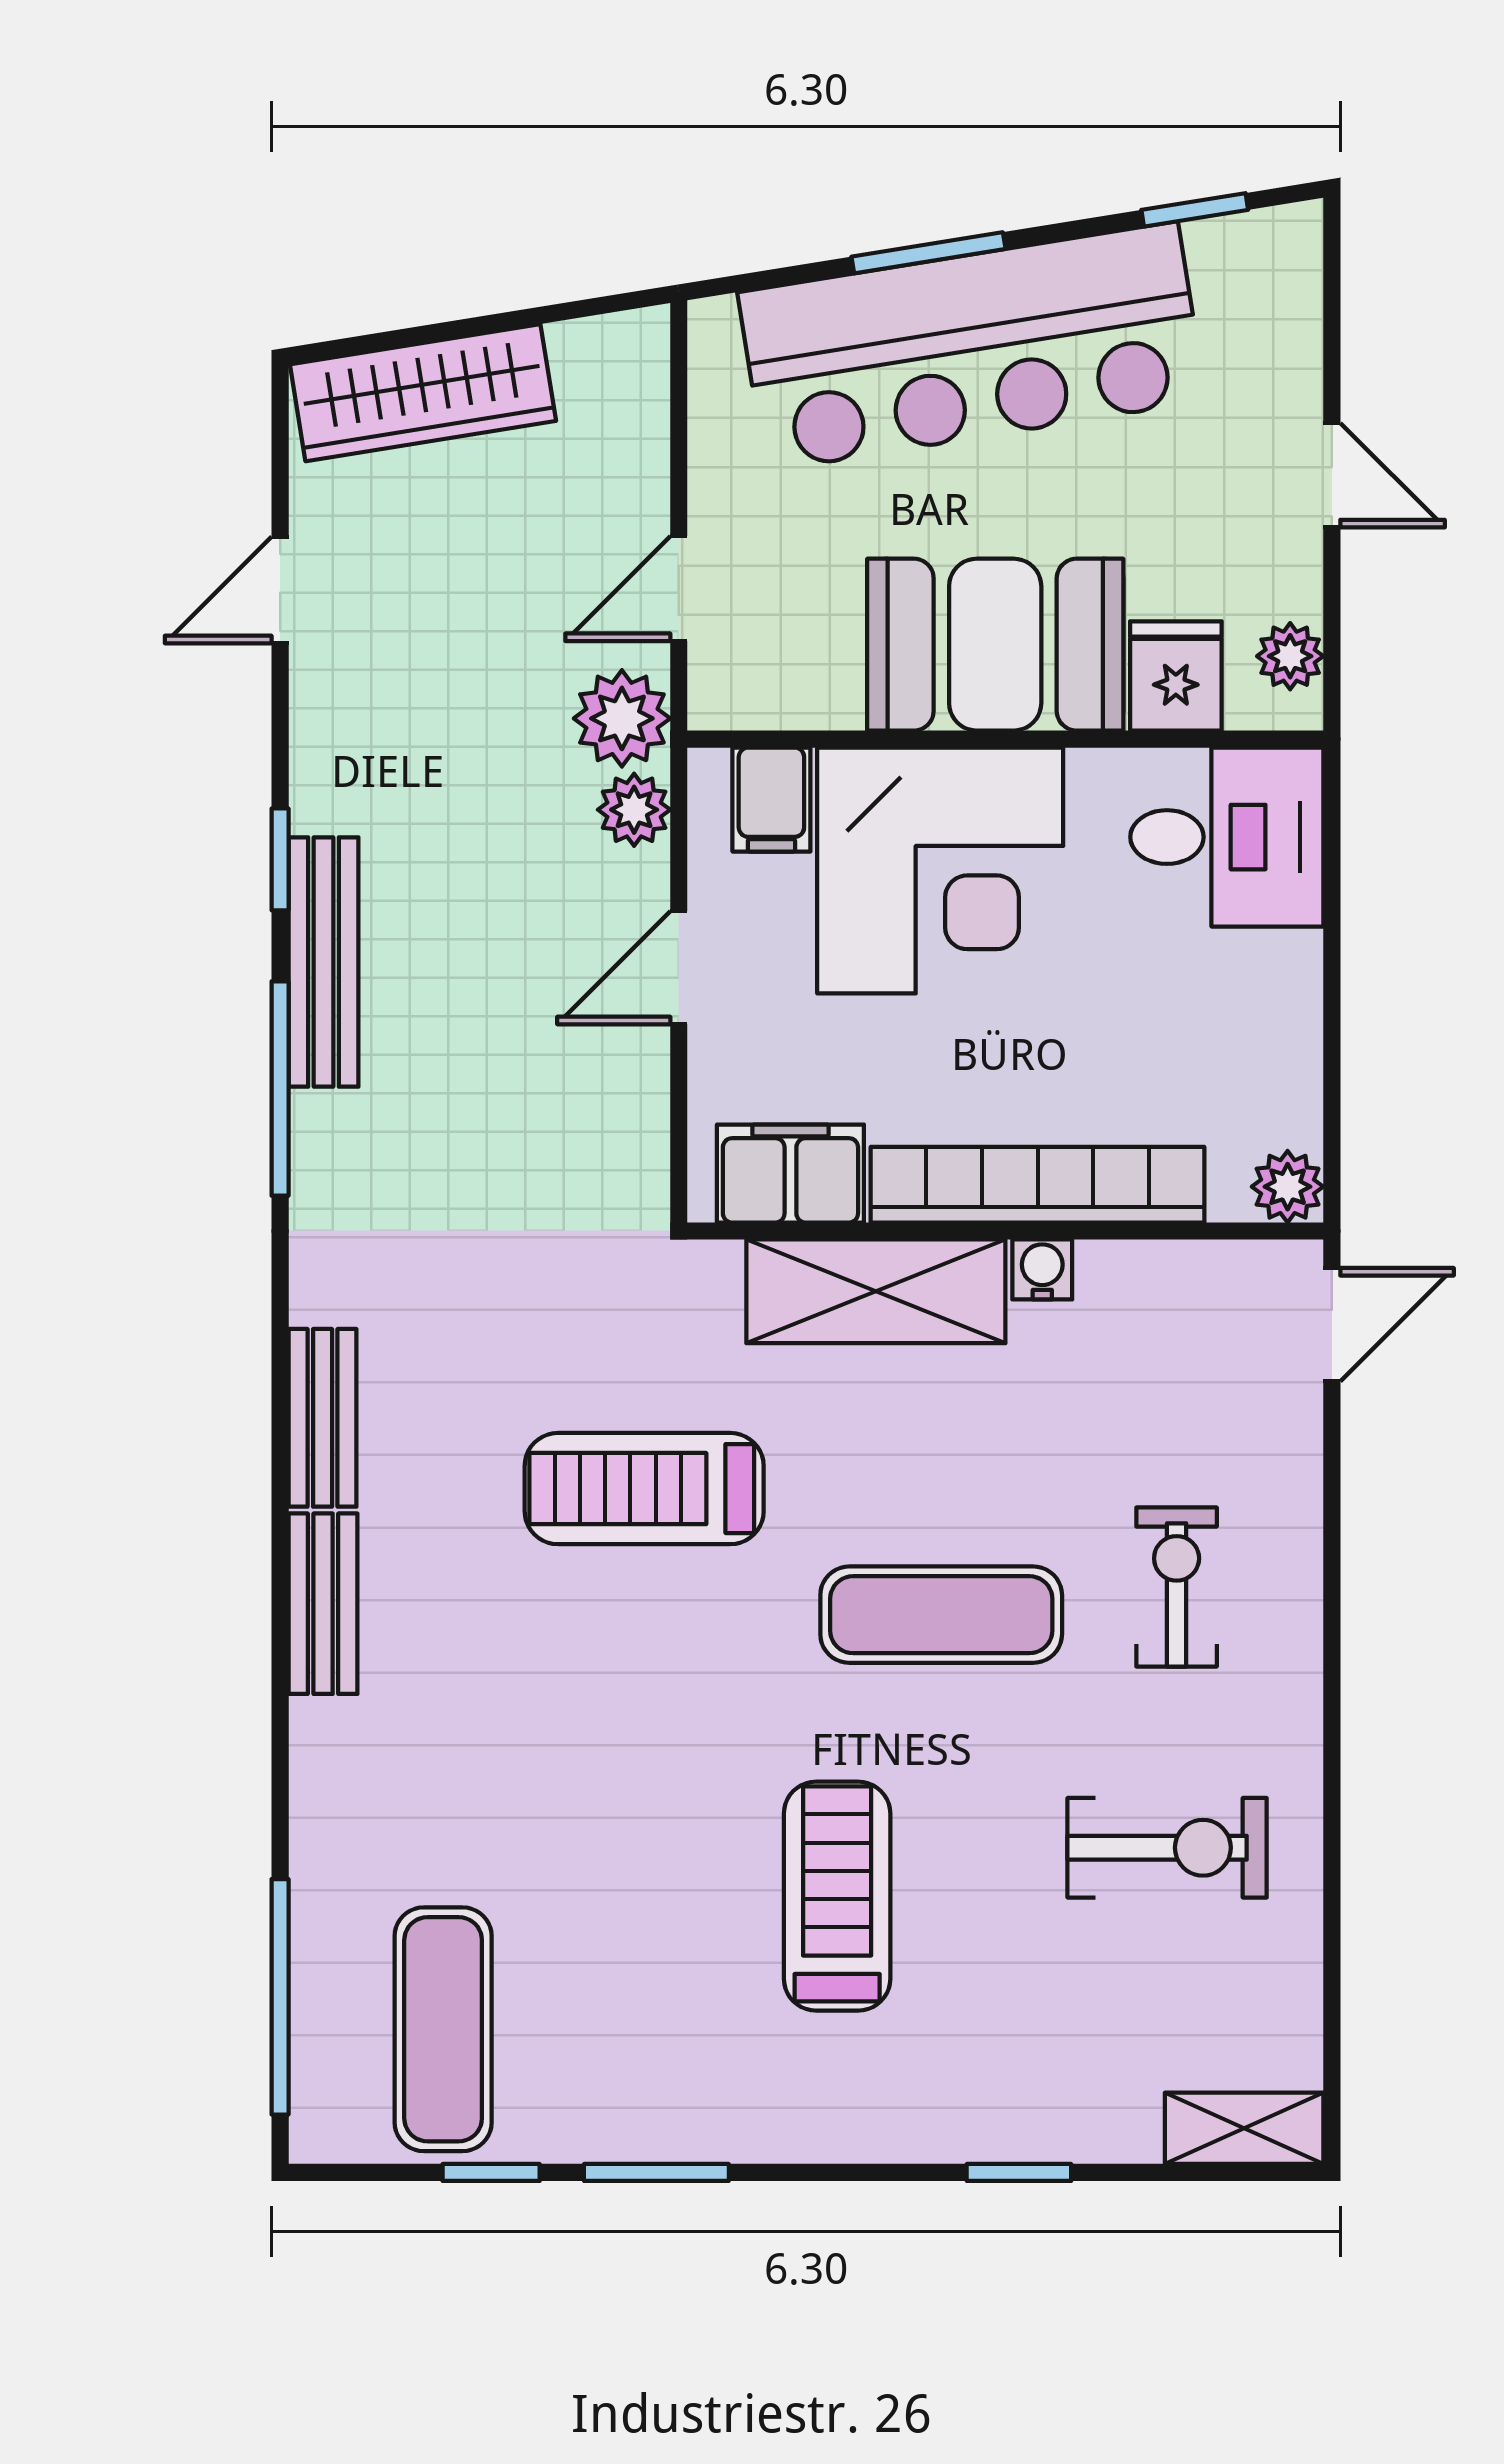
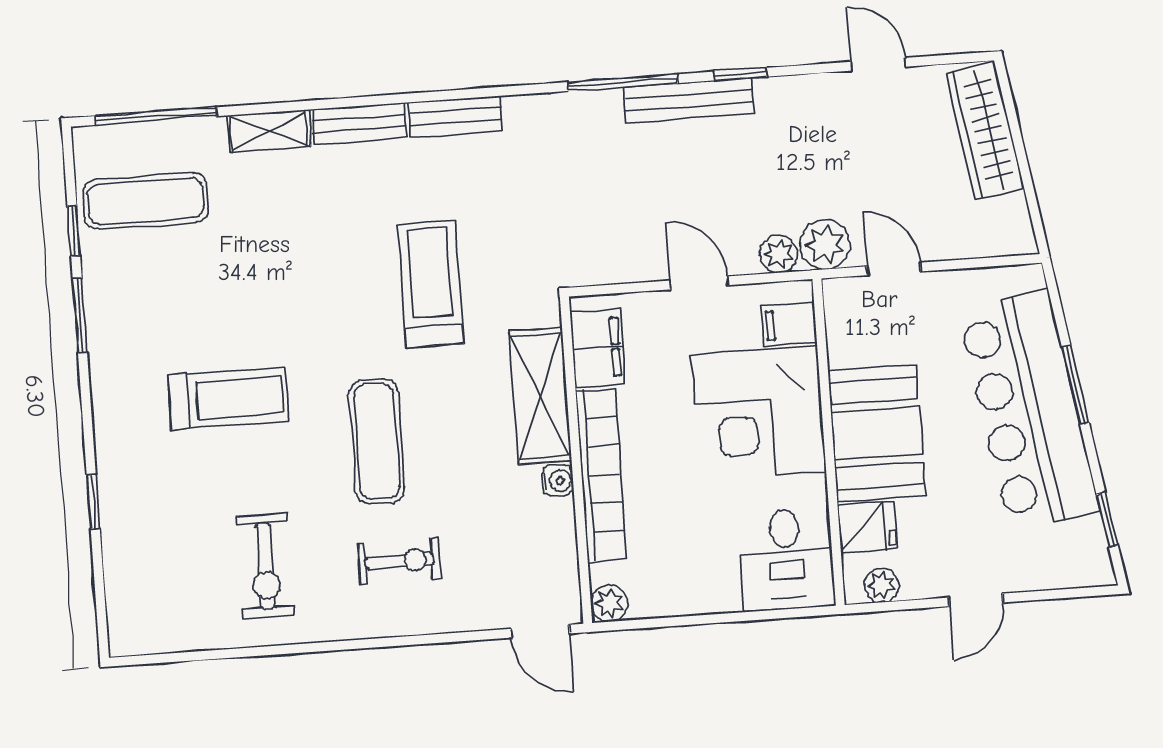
shelving: (1244, 2128) -> (269, 131), moved, turned 90

